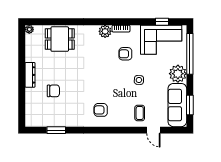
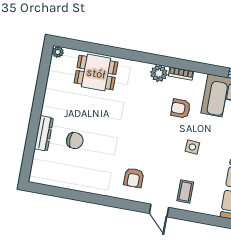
dresser: (30, 75) -> (44, 133), moved
armchair: (101, 110) -> (134, 178), turned -90
window: (56, 130) -> (69, 194), removed
door: (153, 130) -> (159, 210), moved

